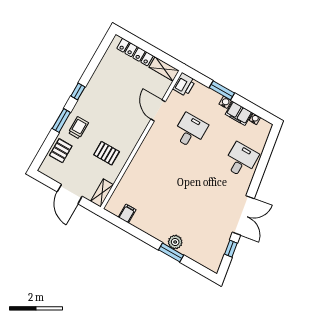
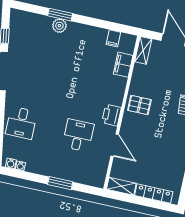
printer: (184, 85) -> (111, 115), moved
water cooler: (225, 102) -> (11, 163), moved
filing cabinet: (239, 113) -> (123, 65), moved, turned -90
desk: (190, 131) -> (78, 135), turned 180
pallet: (107, 153) -> (139, 105), moved

